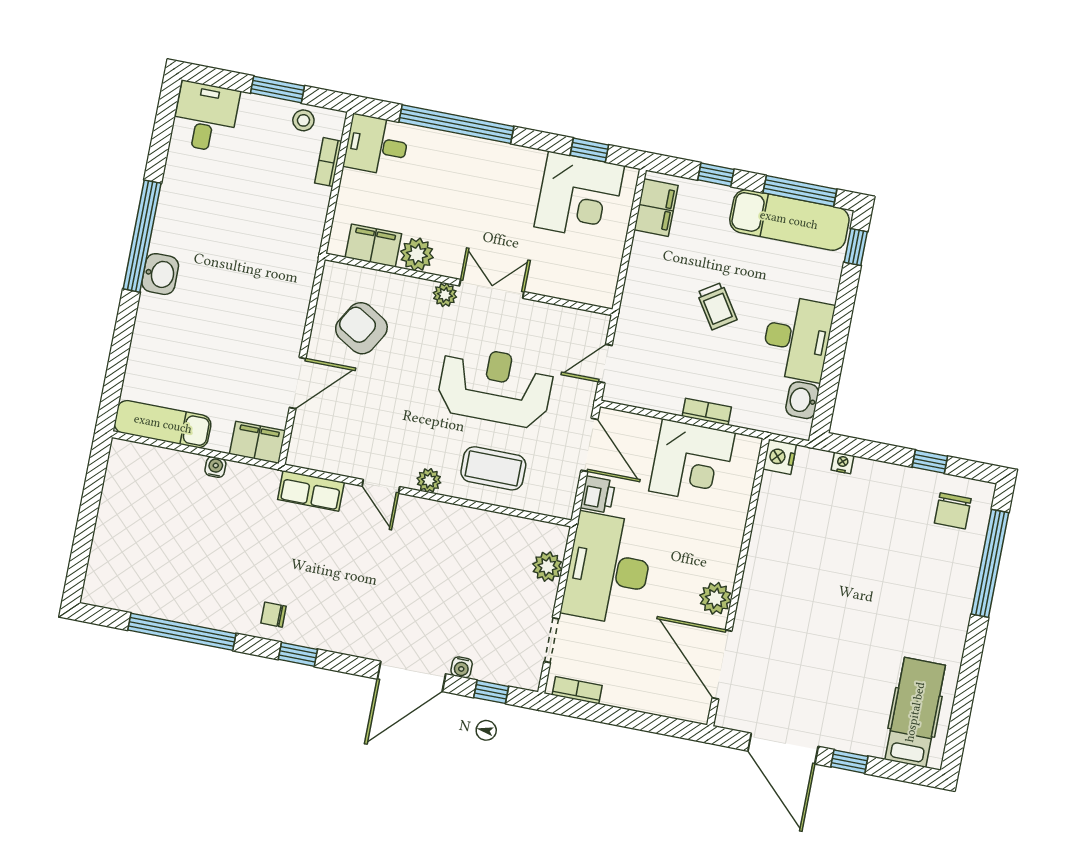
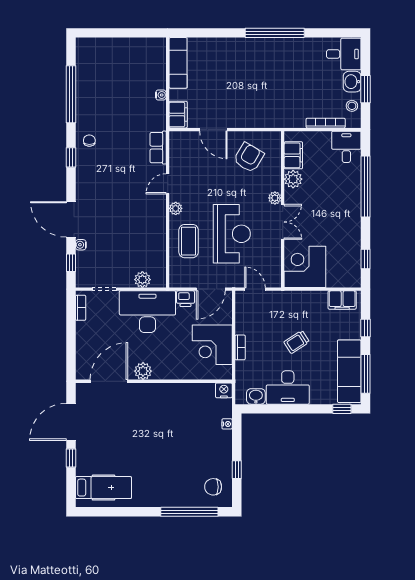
bookcase: (328, 162) -> (326, 123), width x1.56
corner desk: (579, 196) -> (305, 267), moved, turned 90
washbasin: (160, 274) -> (352, 82), moved, turned 90

